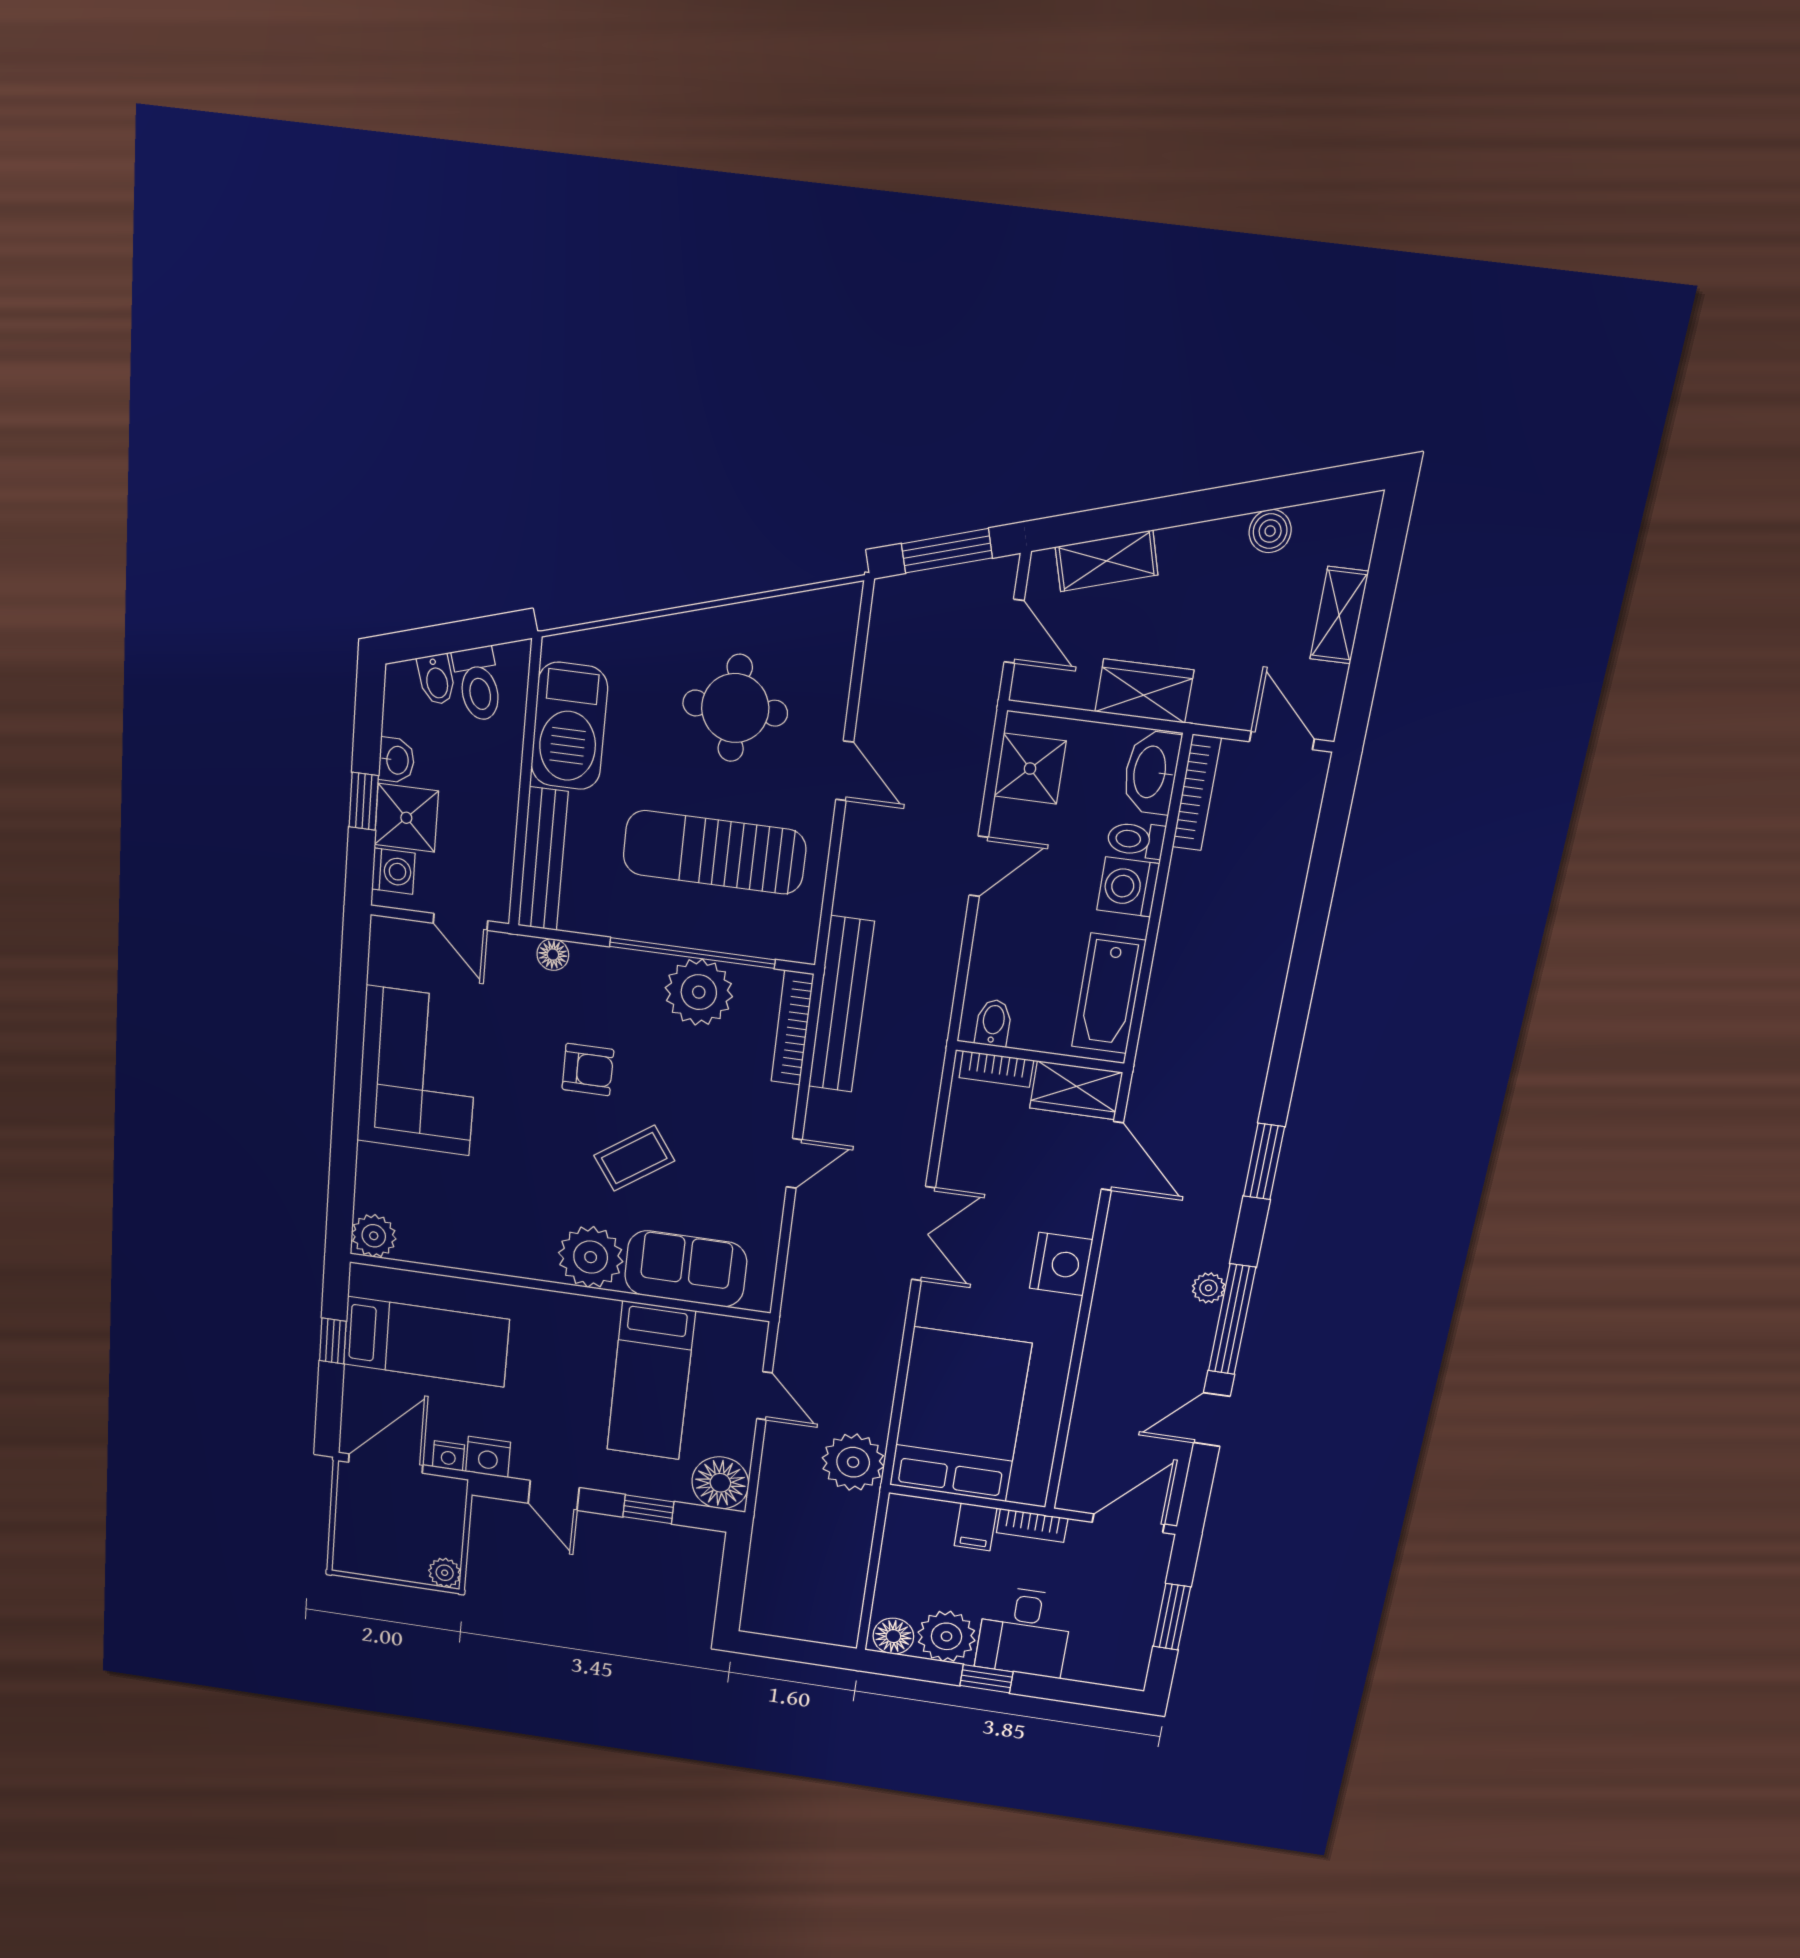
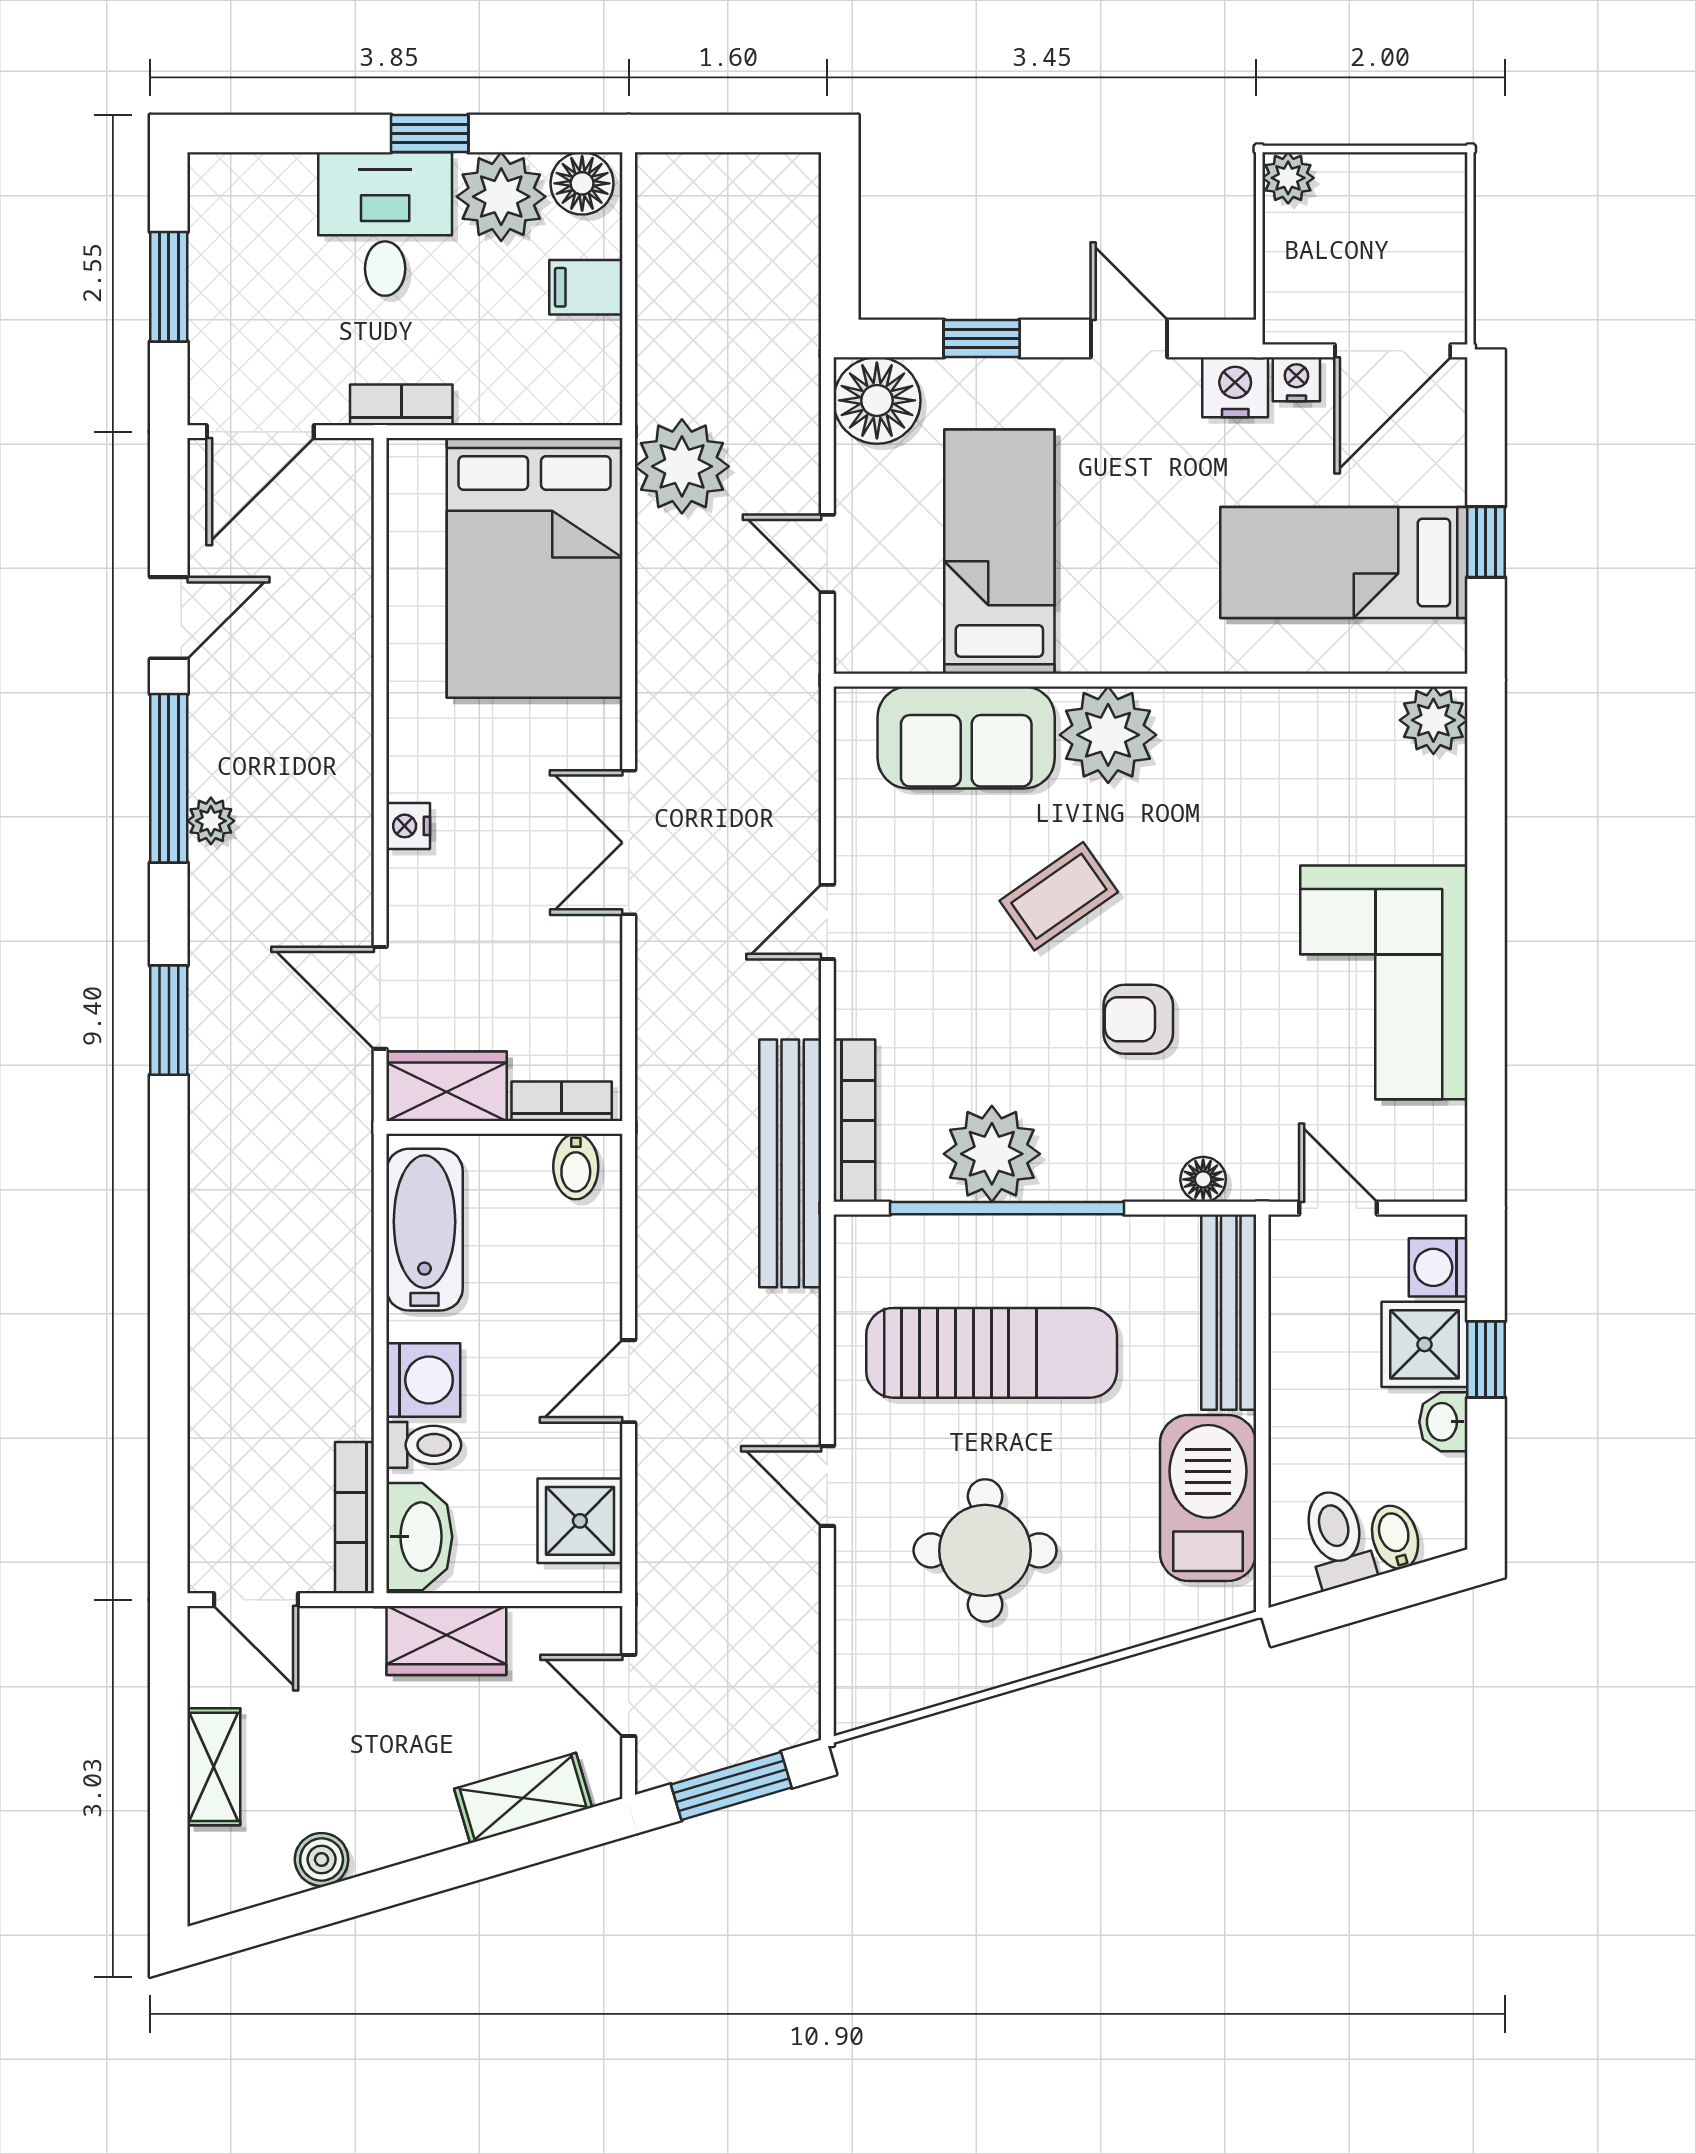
nightstand: (1061, 1264) -> (408, 826), width x0.53, depth x0.56
filing cabinet: (976, 1527) -> (586, 287), moved, turned -90

